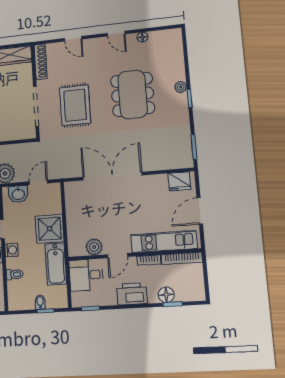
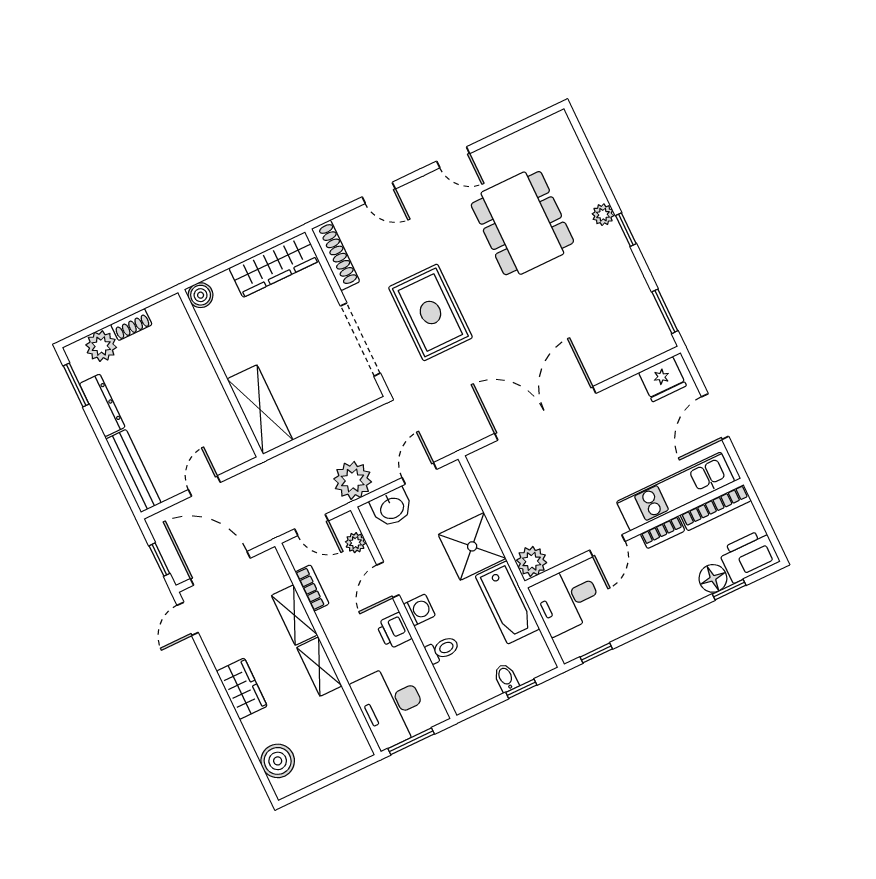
floor lamp: (143, 37) -> (503, 148), removed
dining table: (133, 94) -> (522, 223), moved
plant: (94, 247) -> (532, 561), moved
printer: (132, 294) -> (749, 556), moved

